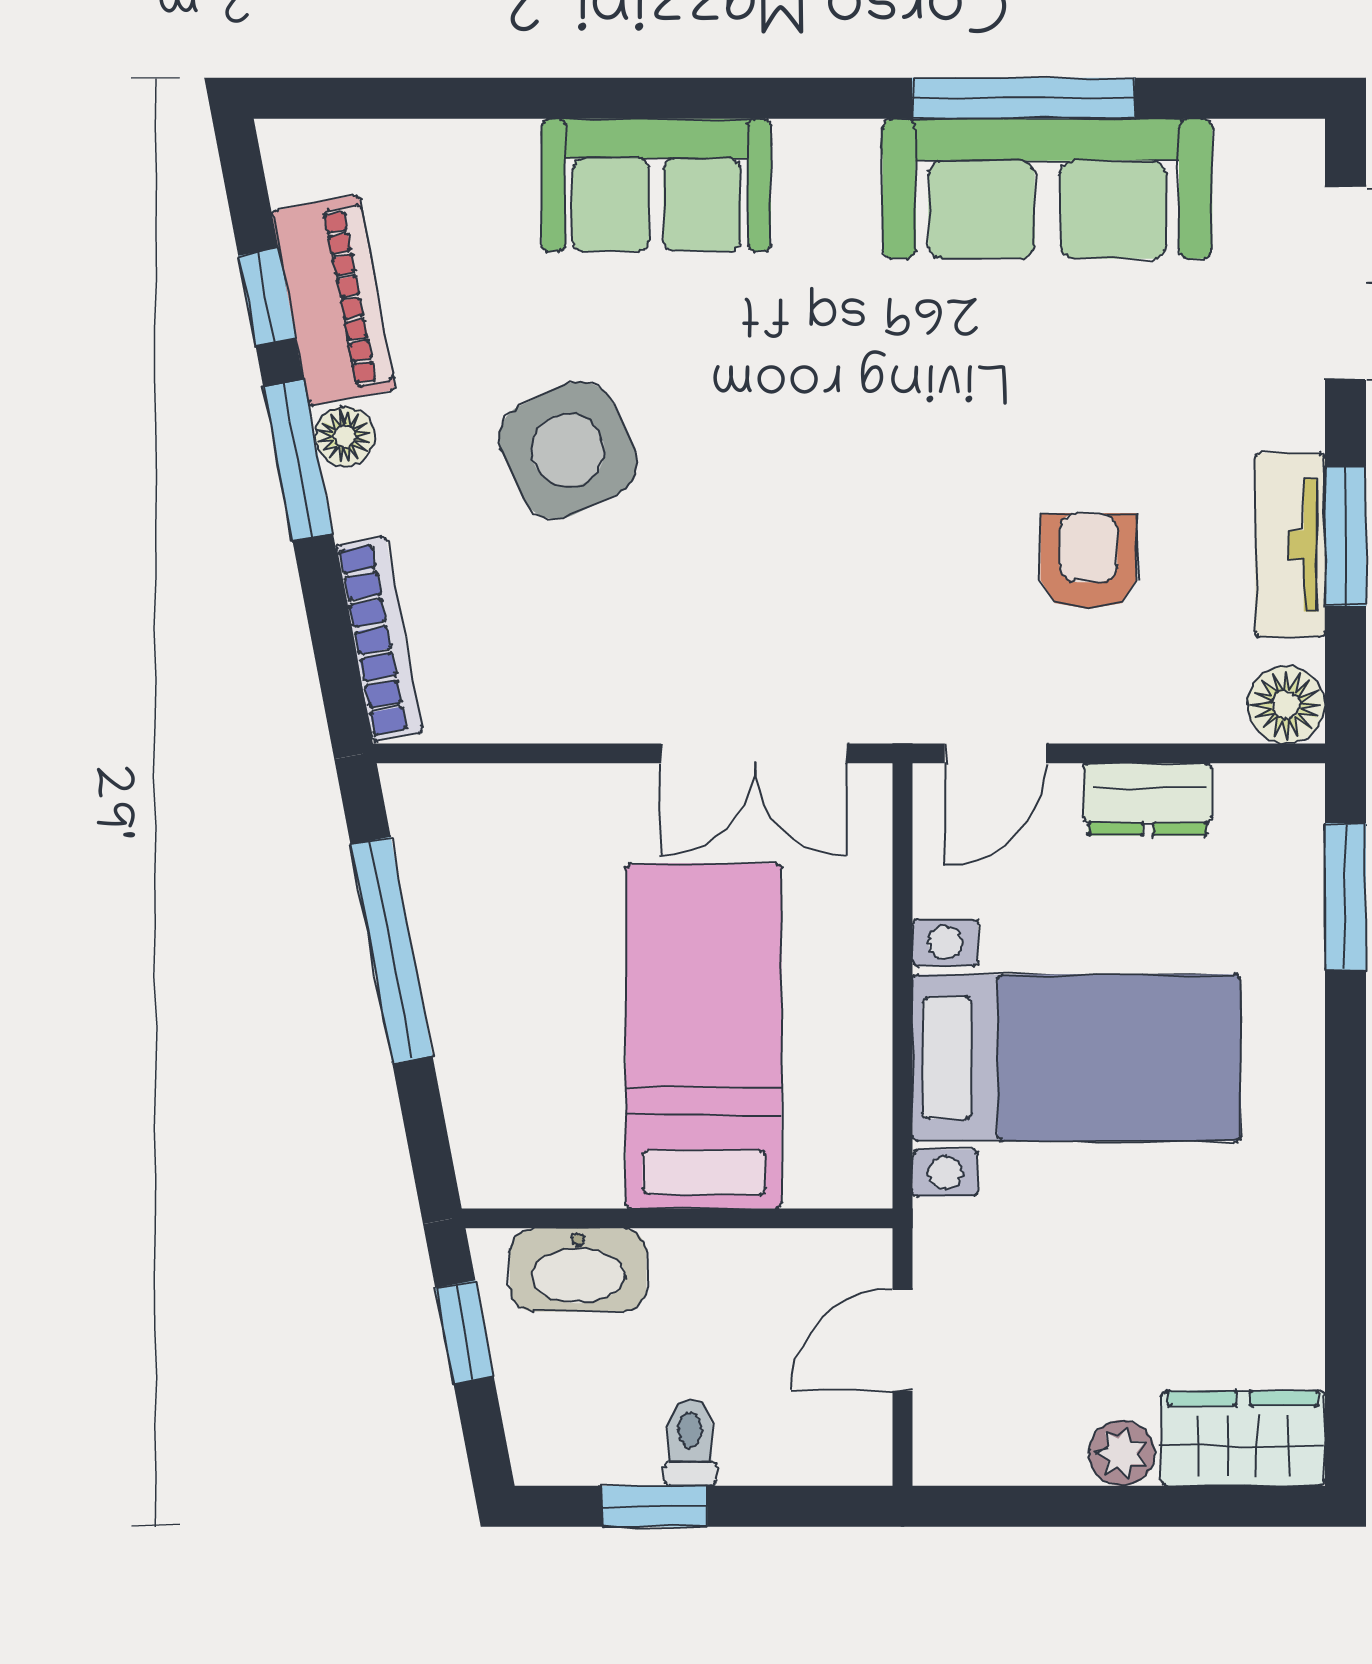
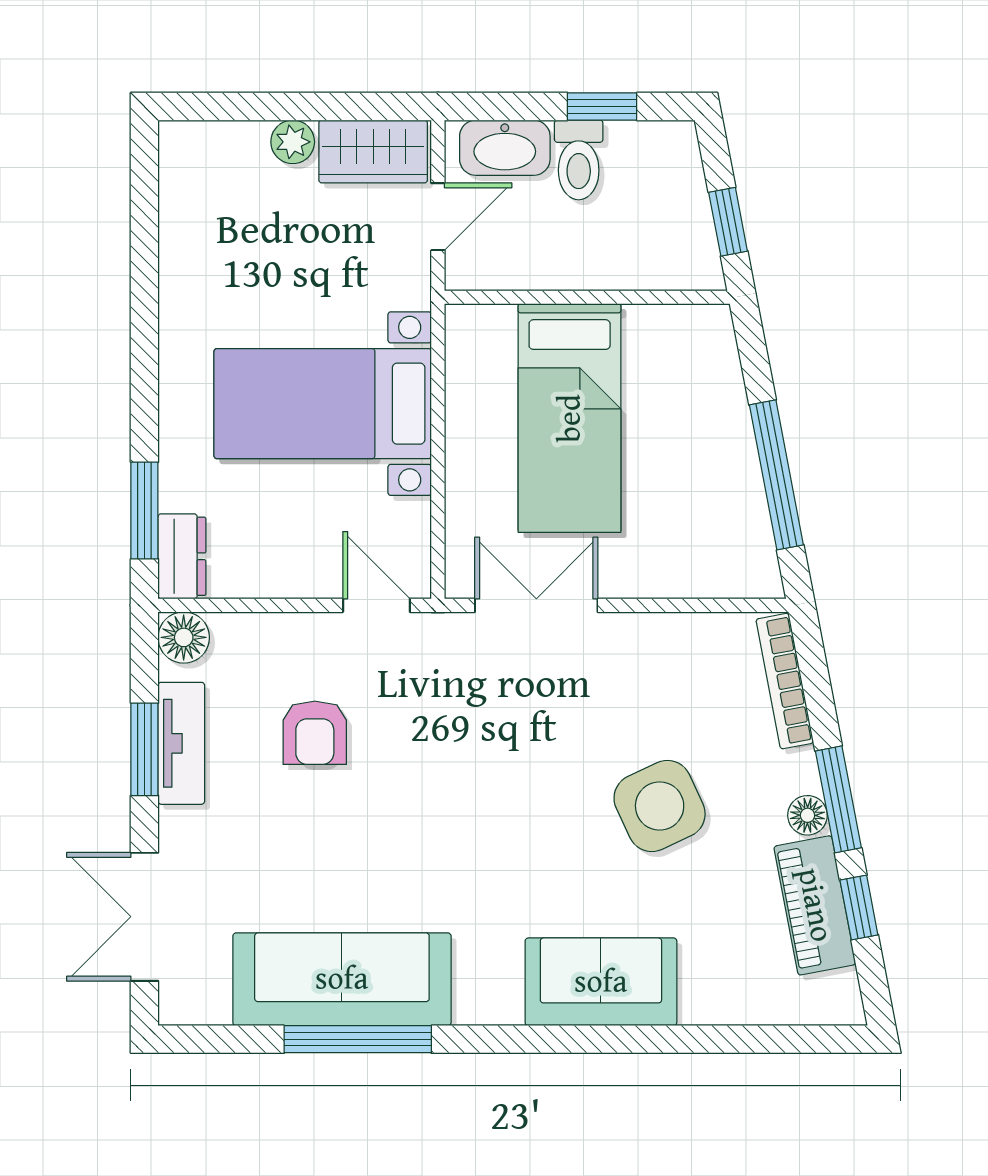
door: (995, 753) -> (376, 605), hinge flipped
dresser: (1148, 799) -> (182, 556), moved, turned 90
washbasin: (578, 1270) -> (505, 148), moved, turned 180
wardrobe: (1243, 1438) -> (373, 151), moved
toilet: (690, 1442) -> (579, 160), width x1.37, depth x1.39

